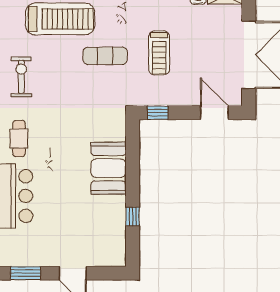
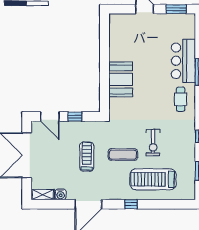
exercise bike: (21, 77) -> (153, 143), moved
window: (158, 113) -> (75, 116), moved
window: (133, 217) -> (105, 47), removed

